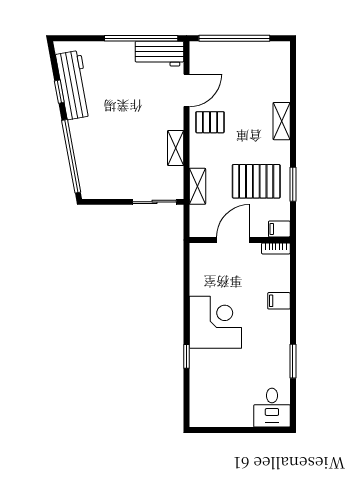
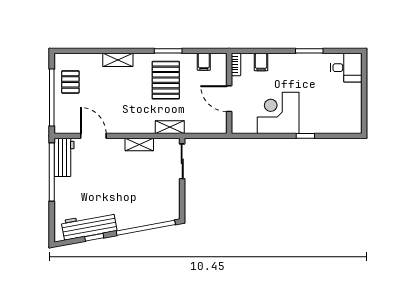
pallet: (210, 122) -> (70, 82), moved
door: (233, 240) -> (229, 99), moved
wall: (240, 240) -> (229, 93), moved
bookcase: (276, 248) -> (236, 64), moved

